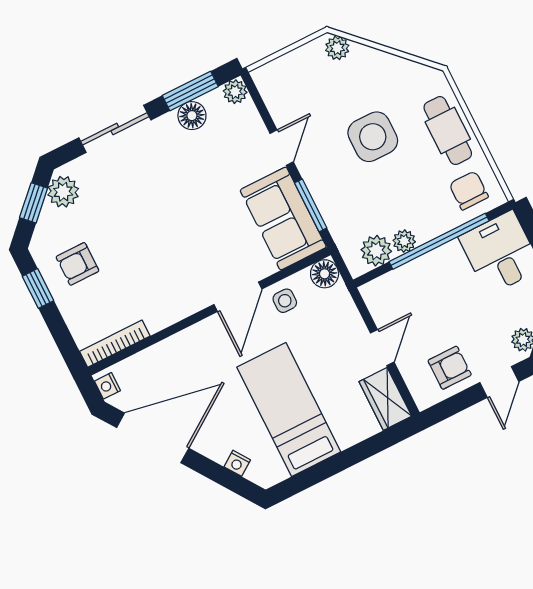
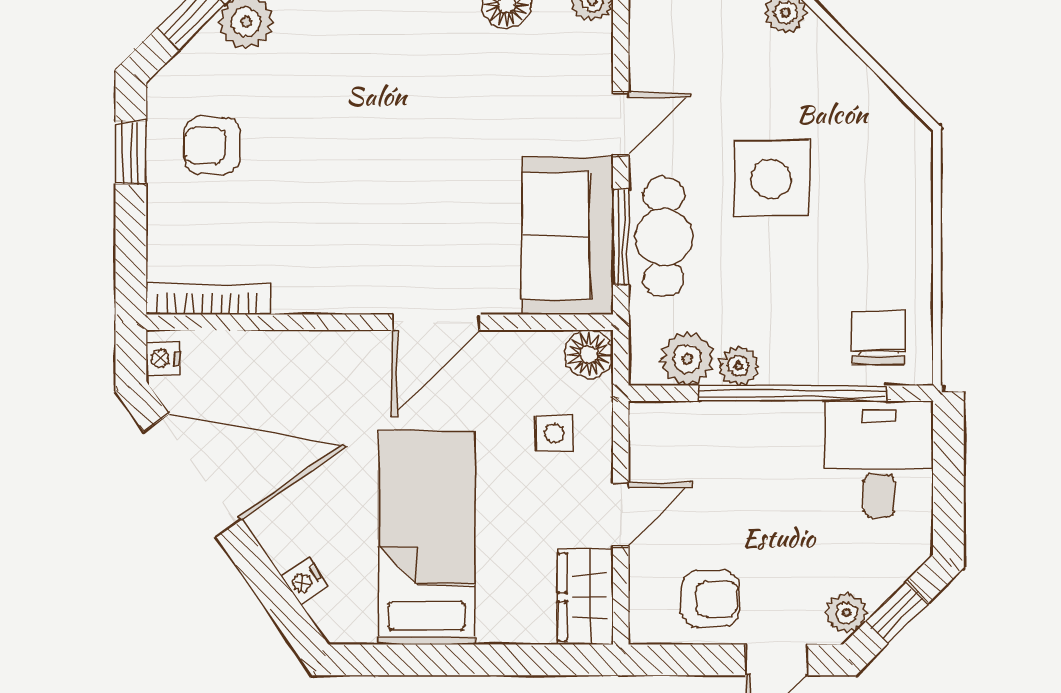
cafe table: (448, 131) -> (664, 237), moved
side table: (285, 301) -> (554, 433), moved

